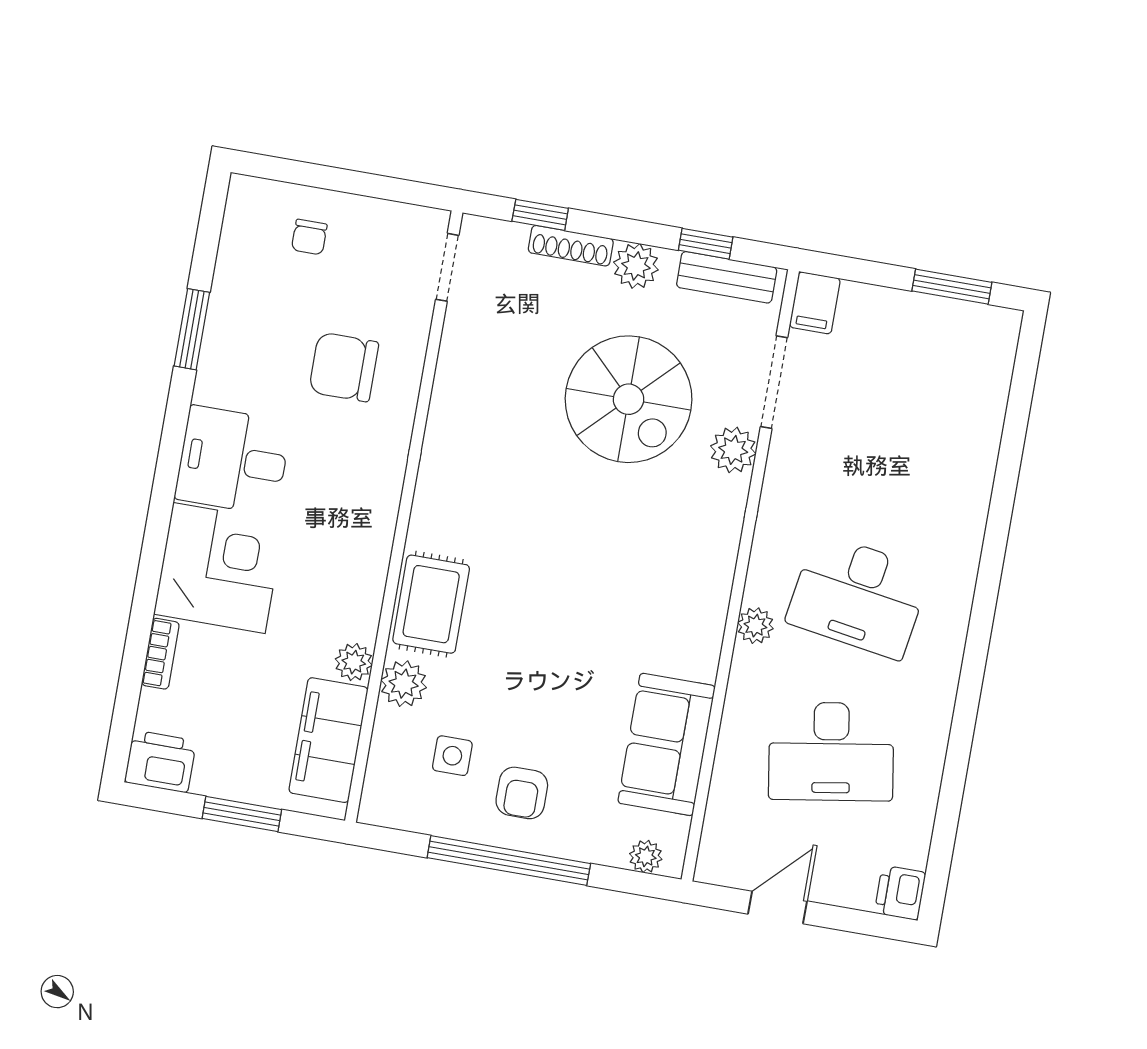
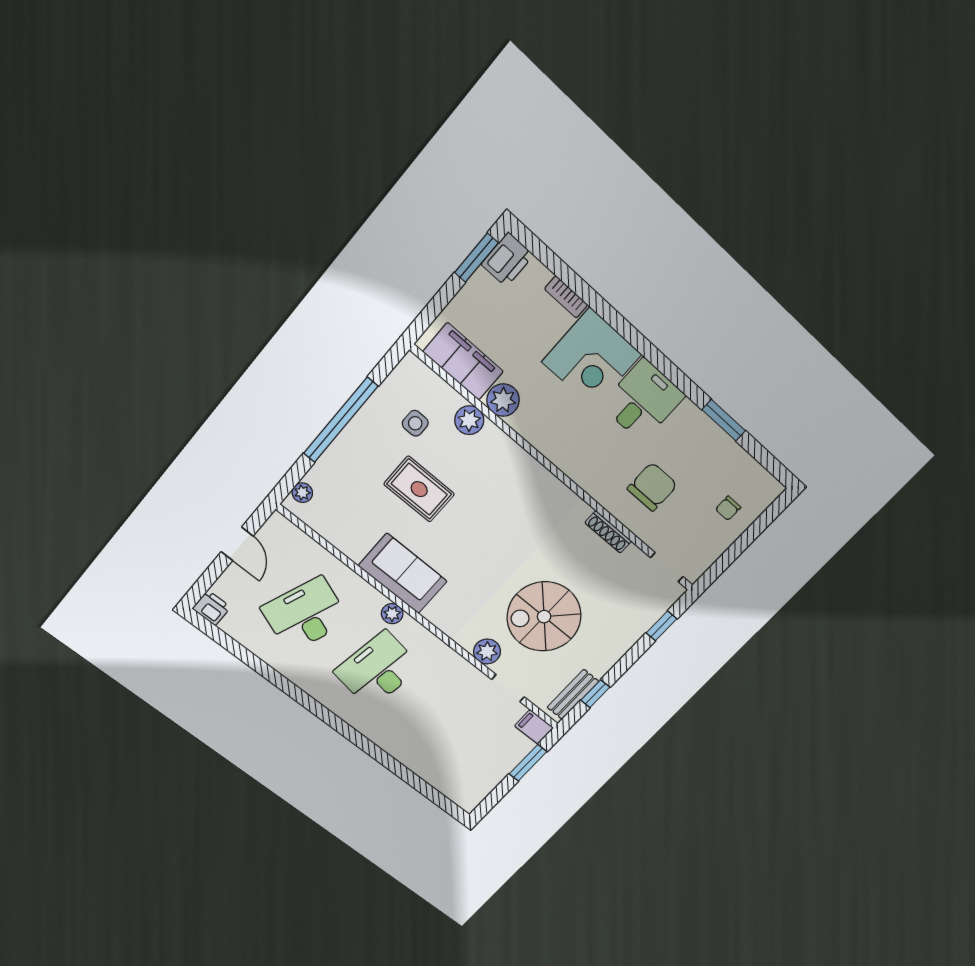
chair: (309, 237) -> (728, 508), turned -90
shoe rack: (571, 246) -> (608, 532), moved, turned -90
plant: (636, 266) -> (606, 656), removed
window: (952, 287) -> (528, 763), moved
doorway: (774, 382) -> (508, 688), width x0.73
rug: (431, 604) -> (419, 489), moved
plant: (354, 662) -> (503, 400), width x1.38, depth x1.38
sofa: (667, 744) -> (403, 574), moved
desk: (831, 752) -> (305, 615), turned 30
armchair: (522, 793) -> (374, 448), removed
window: (242, 814) -> (476, 258), moved

